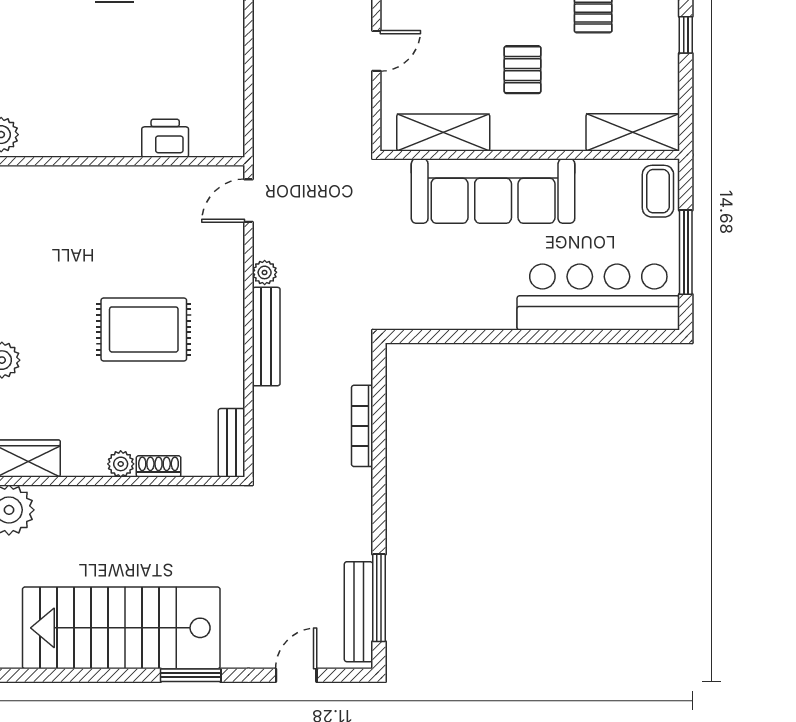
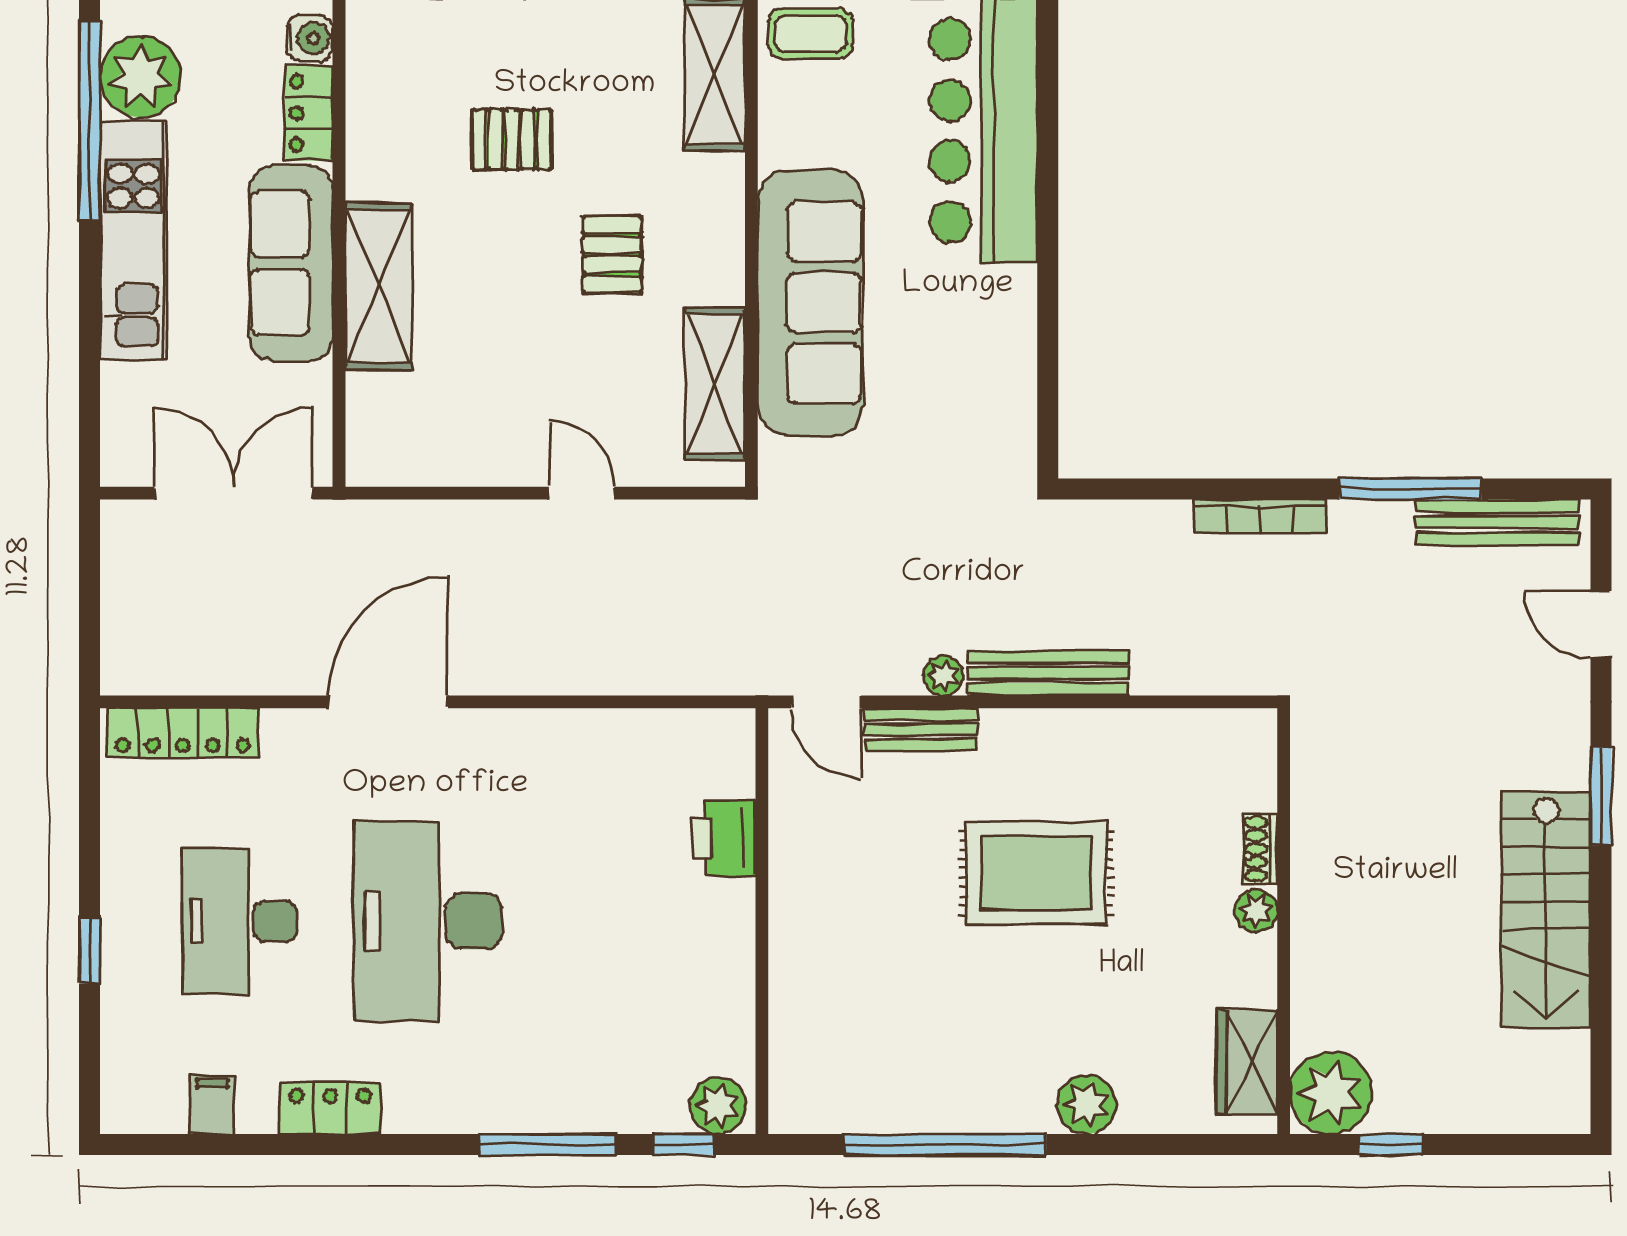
pallet: (522, 70) -> (612, 255), turned 90
rug: (144, 329) -> (1036, 873), turned 90
bookcase: (362, 426) -> (1260, 516), moved
bench: (232, 443) -> (921, 730), moved
window: (379, 598) -> (1411, 489), moved
stairs: (121, 628) -> (1546, 910), width x0.73, depth x0.66

